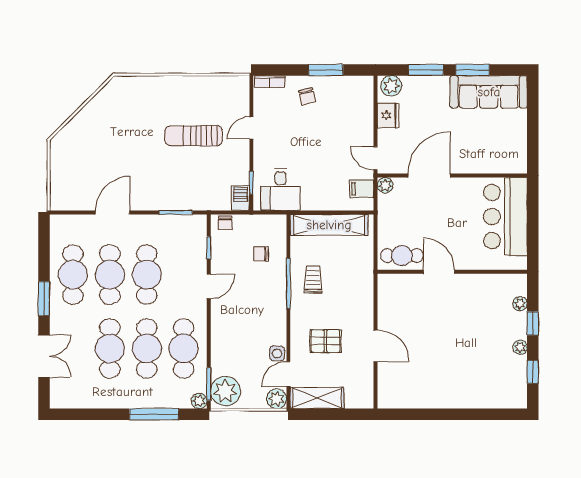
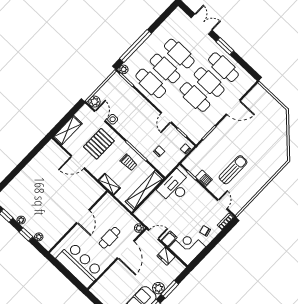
window: (326, 70) -> (208, 249), removed
plant: (391, 86) -> (158, 288), moved
corner desk: (350, 99) -> (187, 247), added
door: (251, 128) -> (222, 204), moved
filing cabinet: (362, 189) -> (169, 239), moved
desk: (280, 190) -> (175, 187), width x1.37
barbecue: (241, 198) -> (204, 178), moved
door: (113, 213) -> (233, 107), hinge flipped
cafe table: (402, 256) -> (110, 238), moved
door: (439, 272) -> (83, 216), hinge flipped
shelving: (365, 278) -> (109, 184), added
pallet: (326, 341) -> (99, 144), width x1.50, depth x1.42
double door: (44, 356) -> (202, 24), swing flipped
plant: (225, 391) -> (117, 84), removed
shelving: (317, 398) -> (68, 130), moved
window: (154, 414) -> (136, 46), width x1.46

